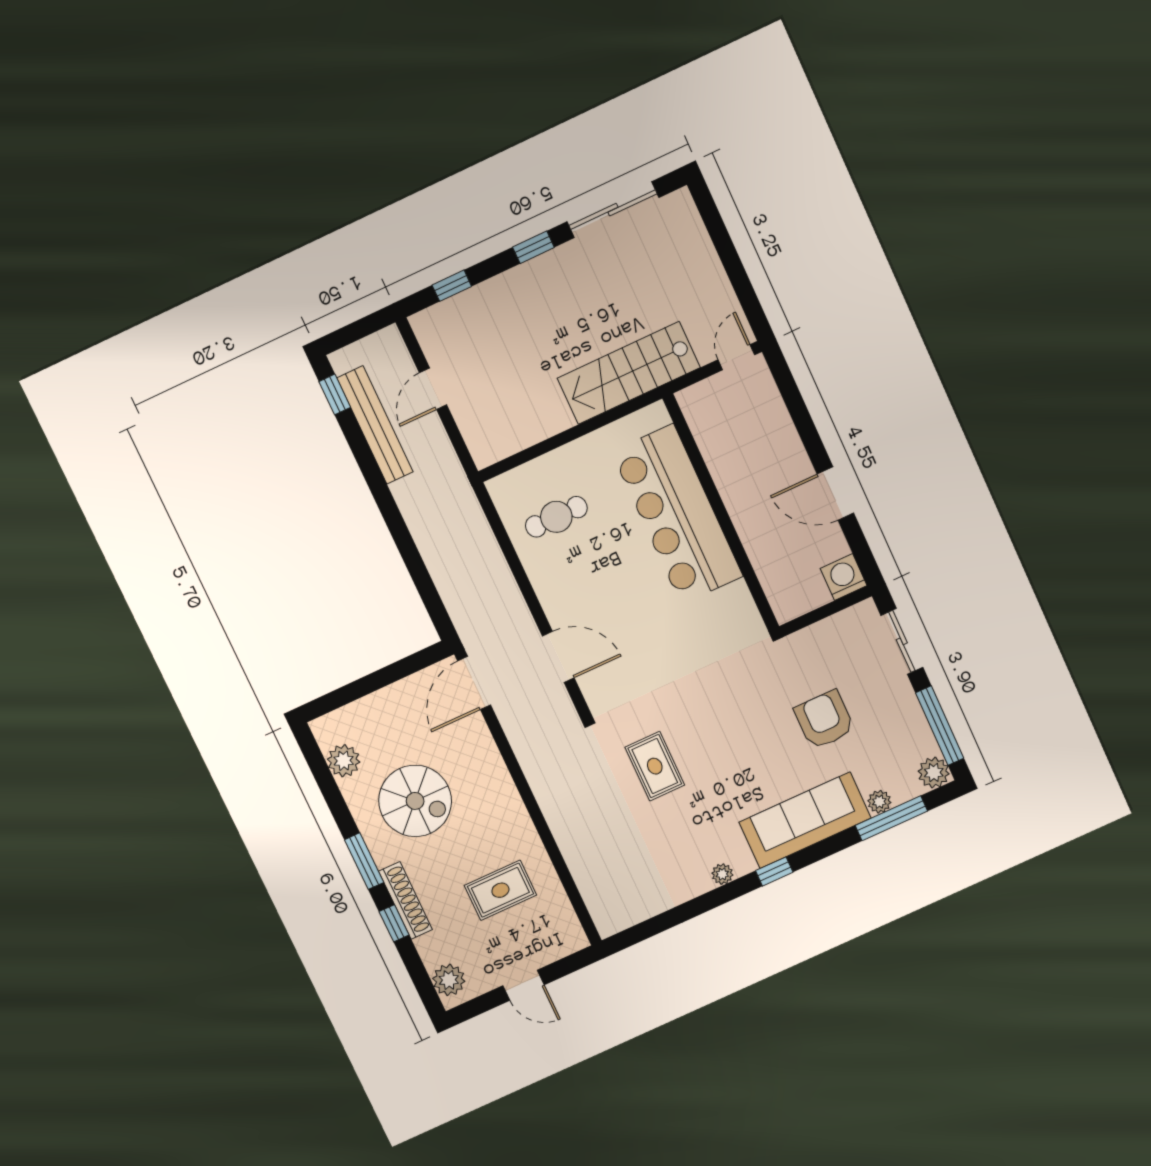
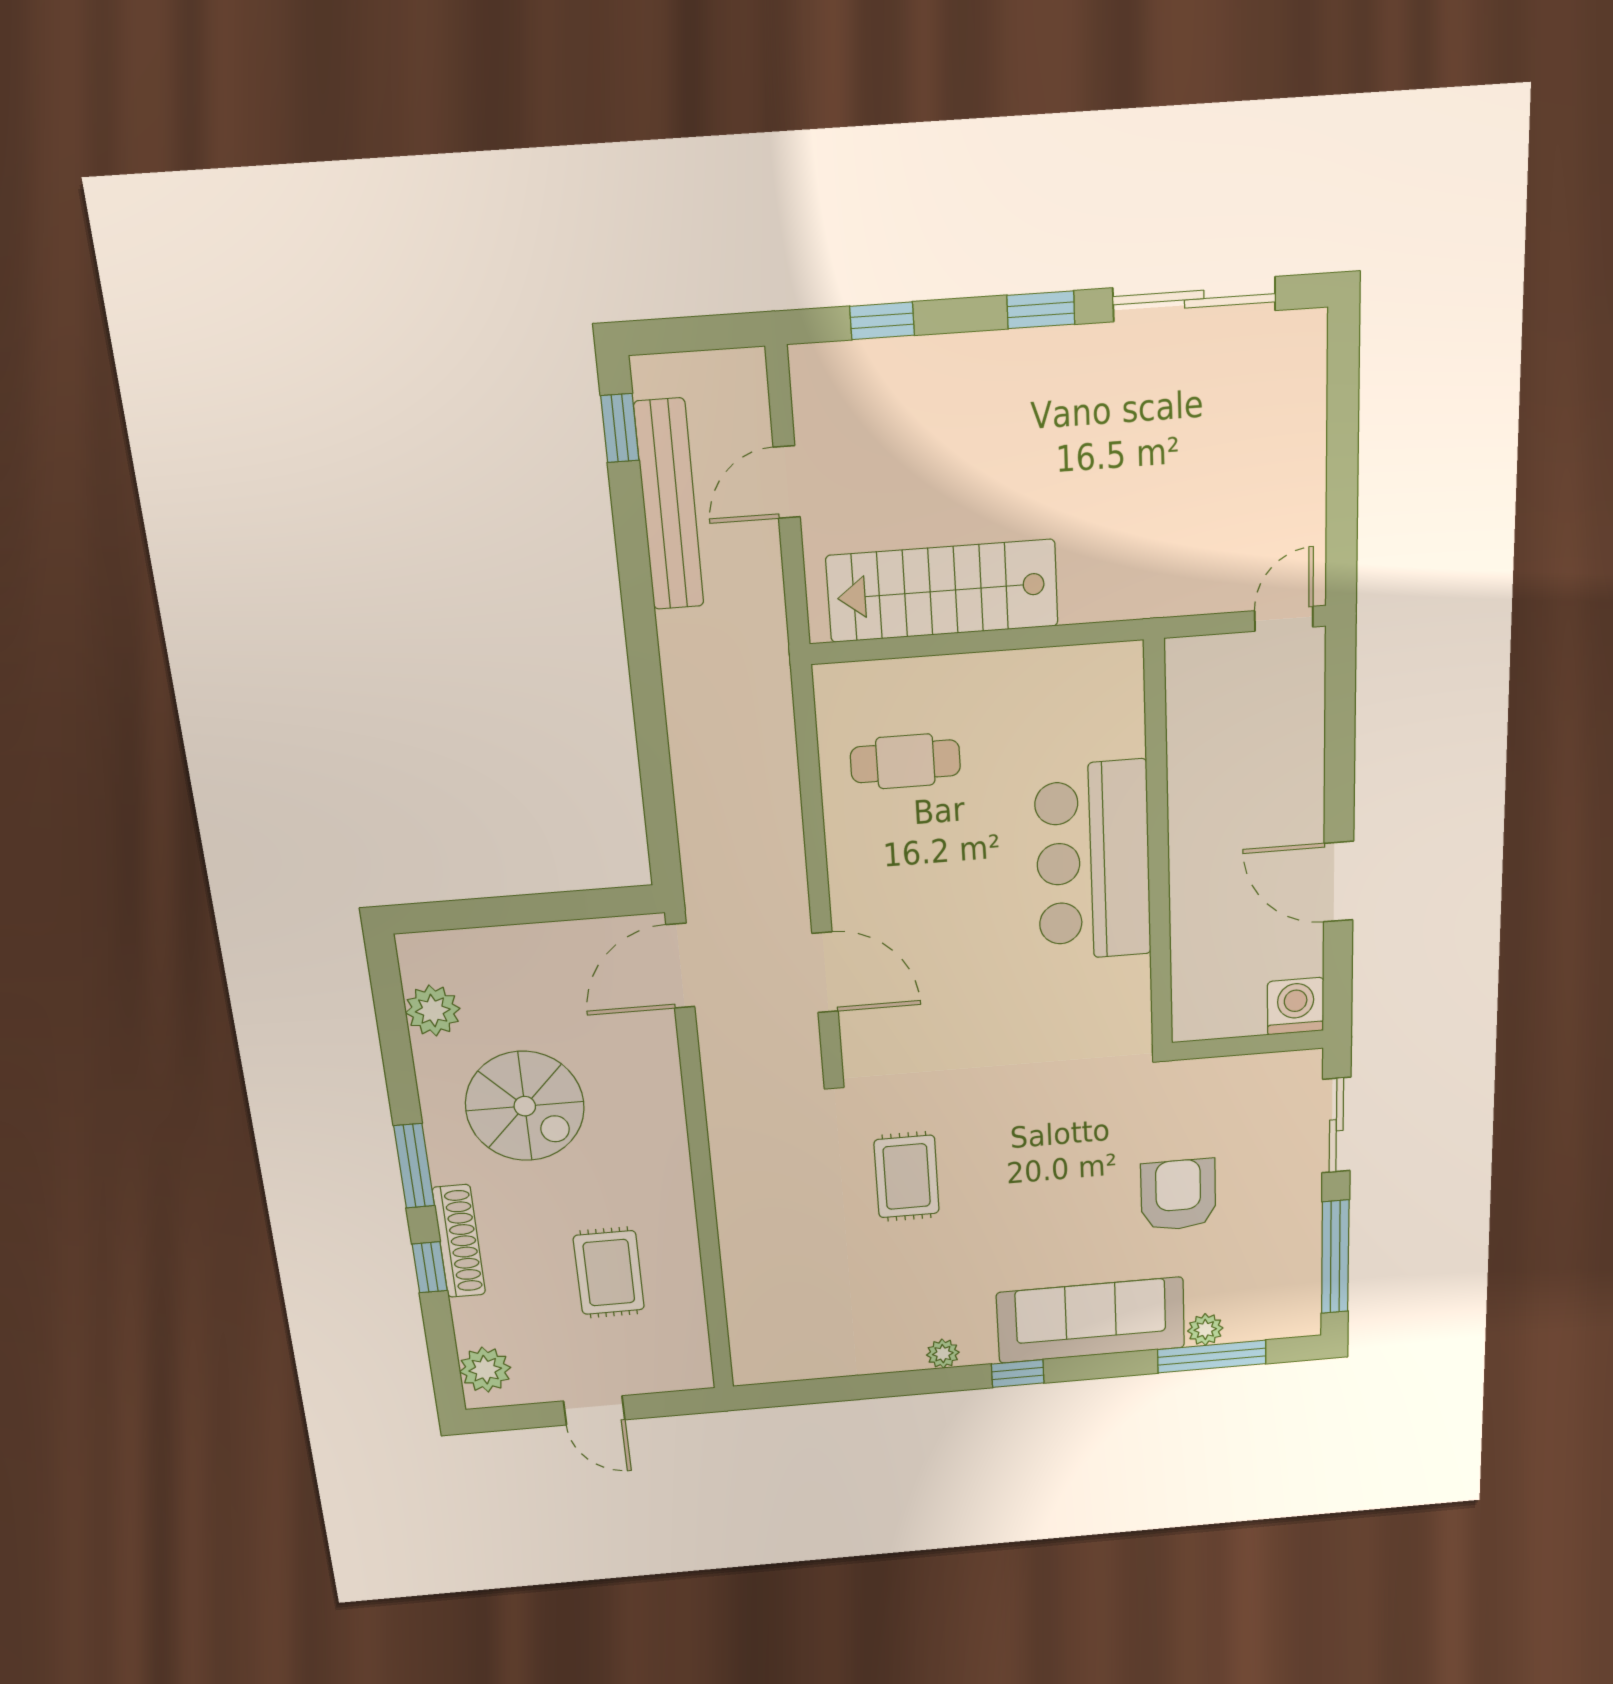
stairs: (629, 373) -> (943, 591), moved
bar counter: (677, 514) -> (1093, 861), width x0.73
plant: (934, 773) -> (1298, 1316), removed
rug: (500, 890) -> (609, 1273), turned 90

